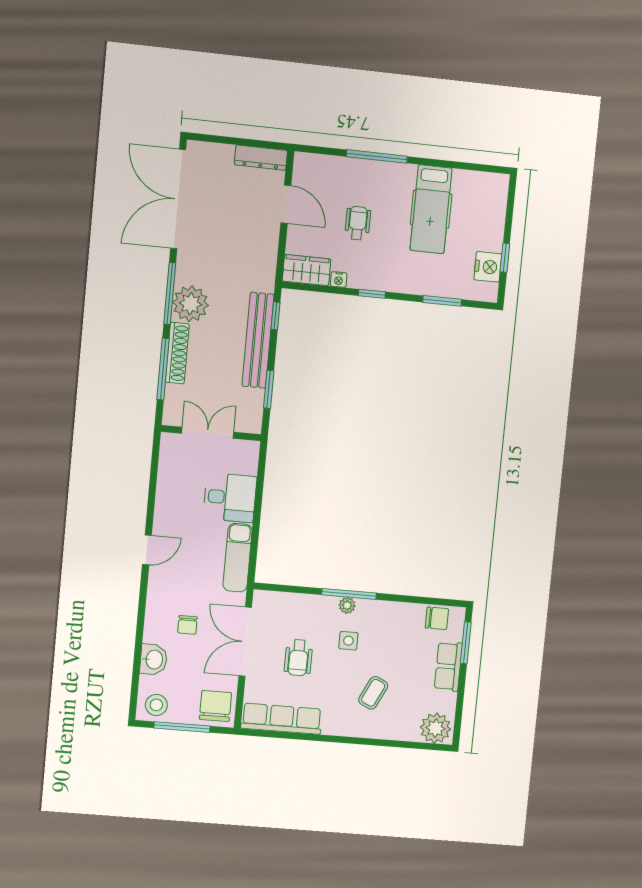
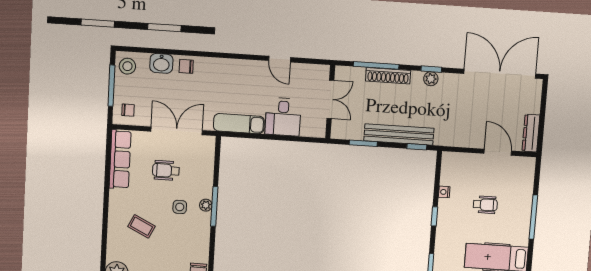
door: (286, 204) -> (498, 152), swing flipped
wardrobe: (307, 270) -> (451, 168), removed
window: (170, 294) -> (431, 69), width x0.46
plant: (191, 304) -> (431, 79), width x0.53, depth x0.53
door: (147, 550) -> (280, 59), moved
chair: (187, 625) -> (186, 66), moved
chair: (215, 706) -> (128, 110), width x0.54, depth x0.54

